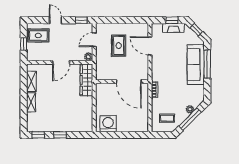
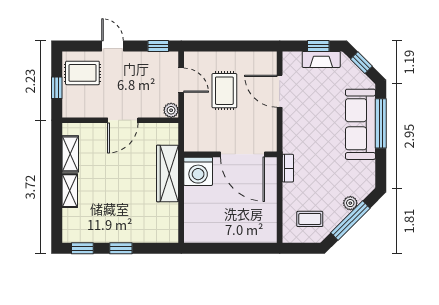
door: (94, 40) -> (181, 80), swing flipped
wardrobe: (86, 80) -> (167, 173), moved
washing machine: (108, 124) -> (198, 171), moved, turned 180

